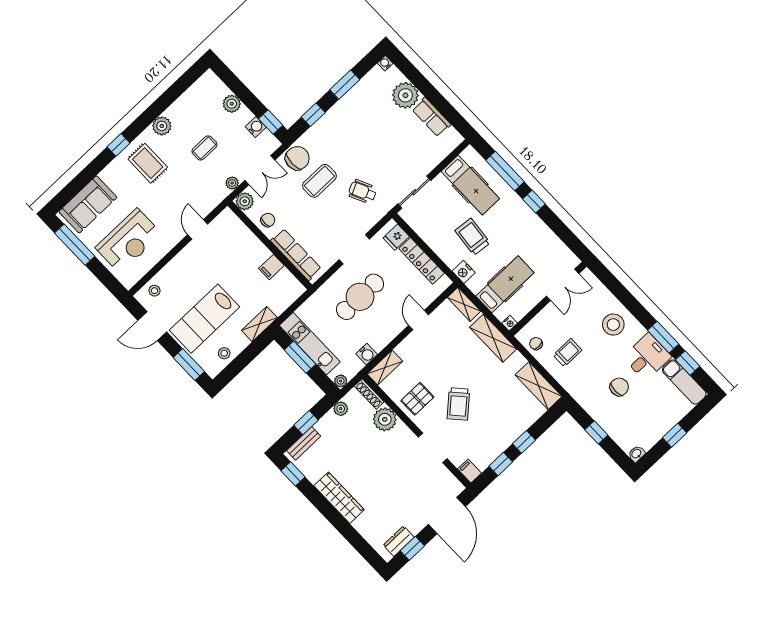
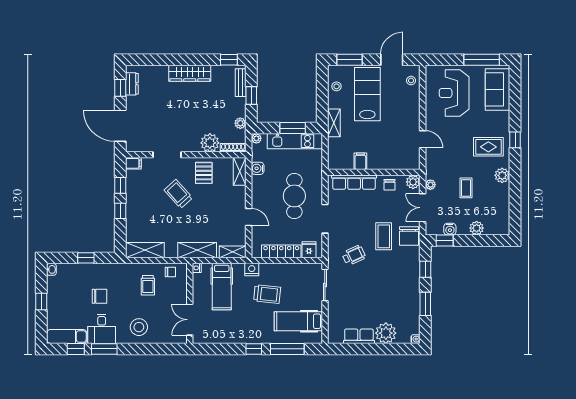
chair: (619, 387) -> (100, 296), turned -90

